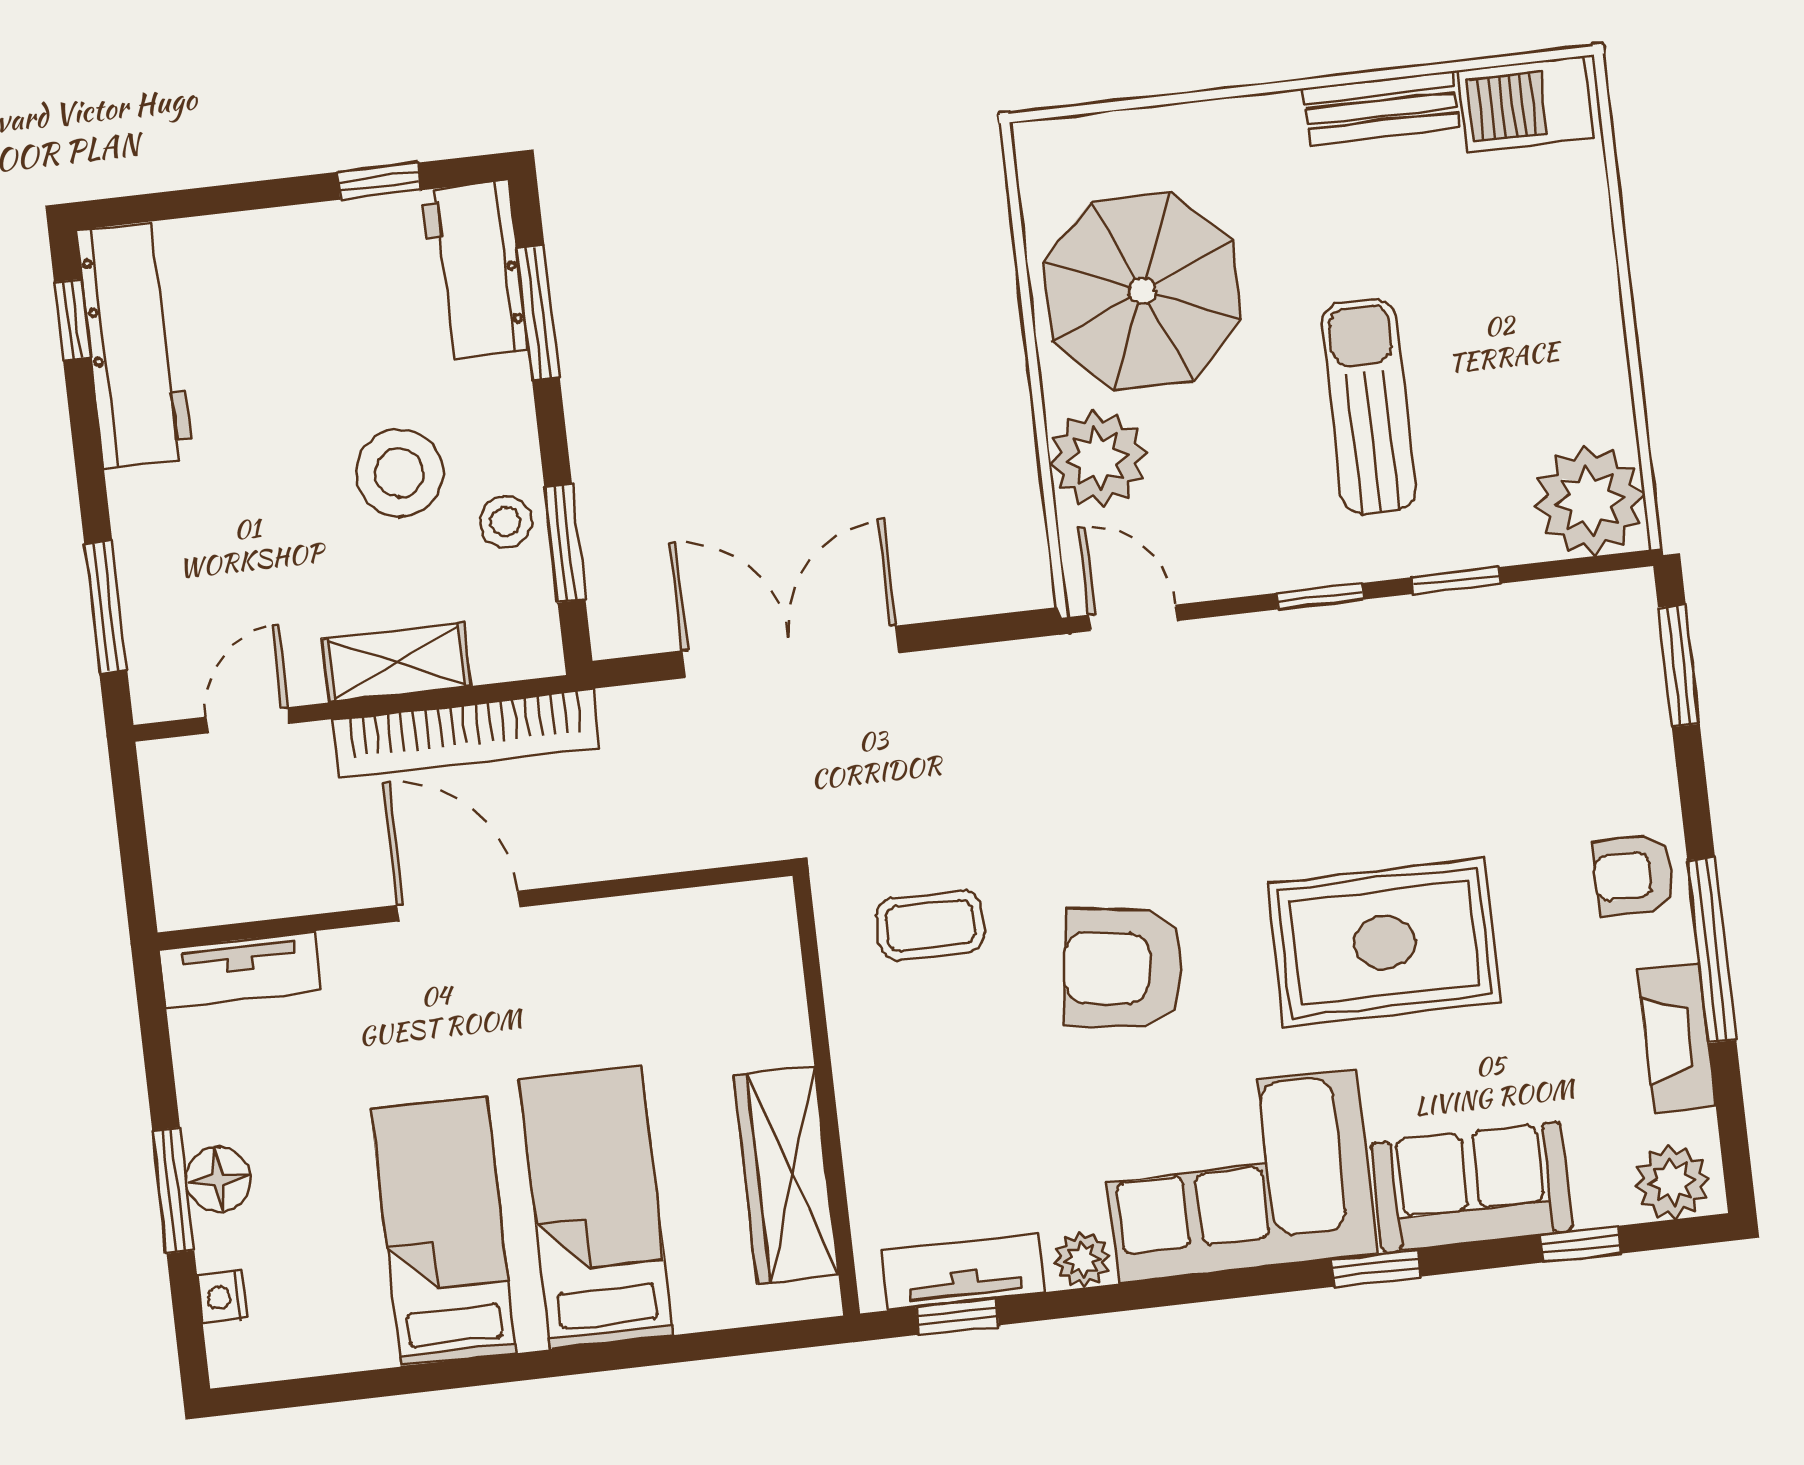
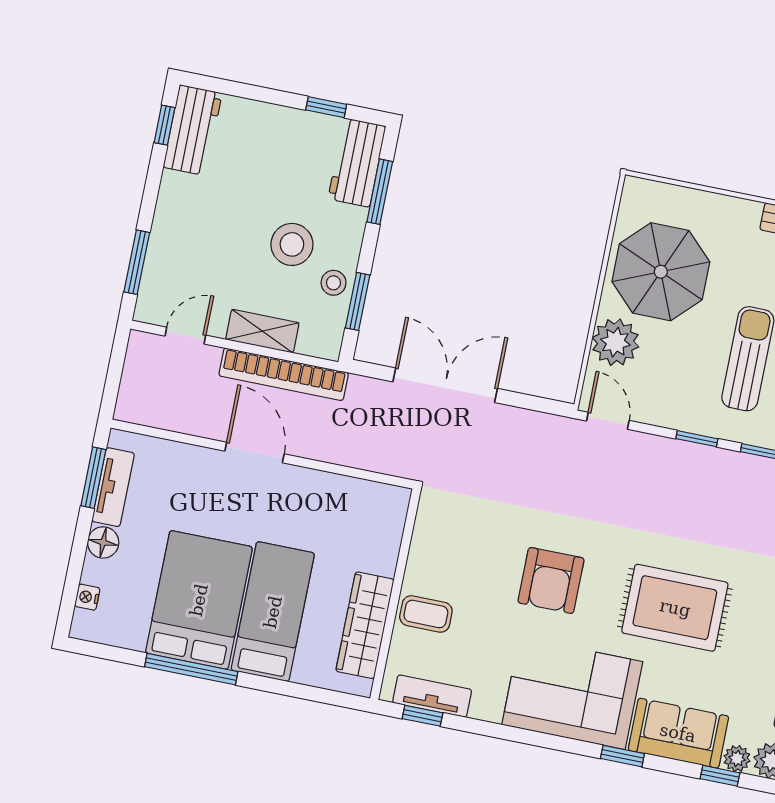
workbench: (135, 344) -> (193, 130), width x0.73
coffee table: (930, 925) -> (426, 614), moved
armchair: (1123, 968) -> (551, 580), turned -98
tv unit: (240, 970) -> (113, 487), moved, turned -90
window: (173, 1190) -> (93, 478), moved
bed: (444, 1231) -> (199, 600), width x1.50
plant: (1082, 1260) -> (737, 759), moved
window: (473, 1372) -> (191, 669), added

